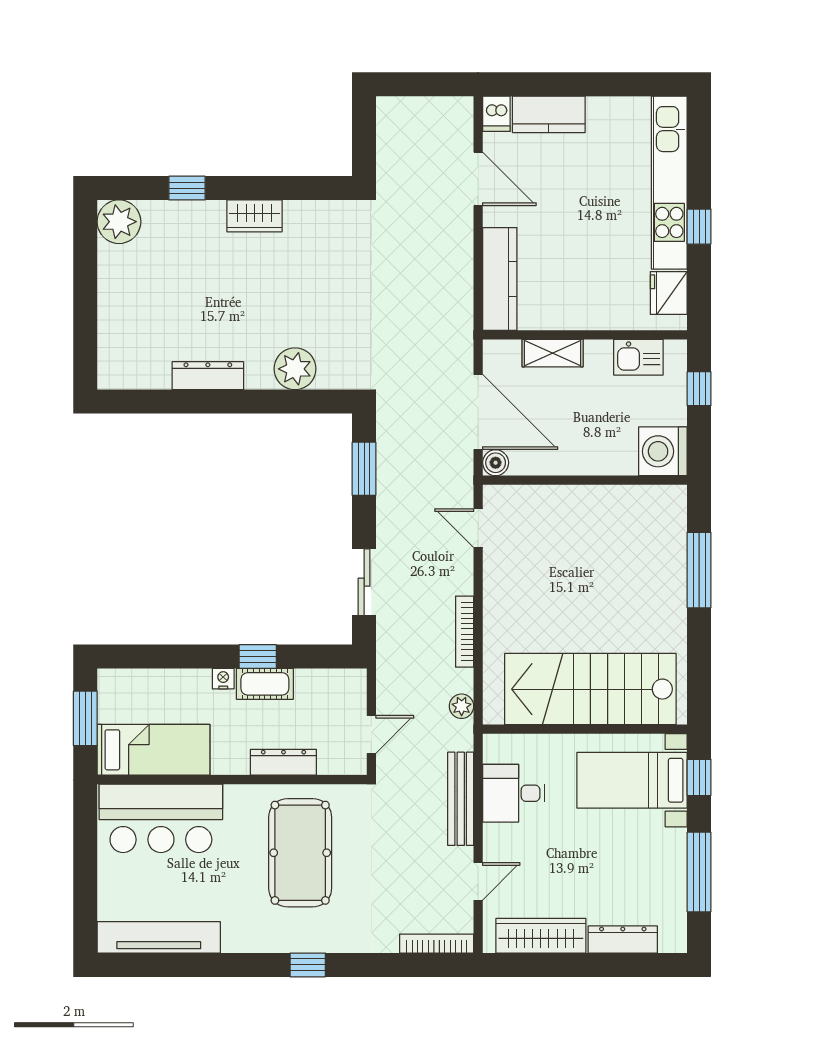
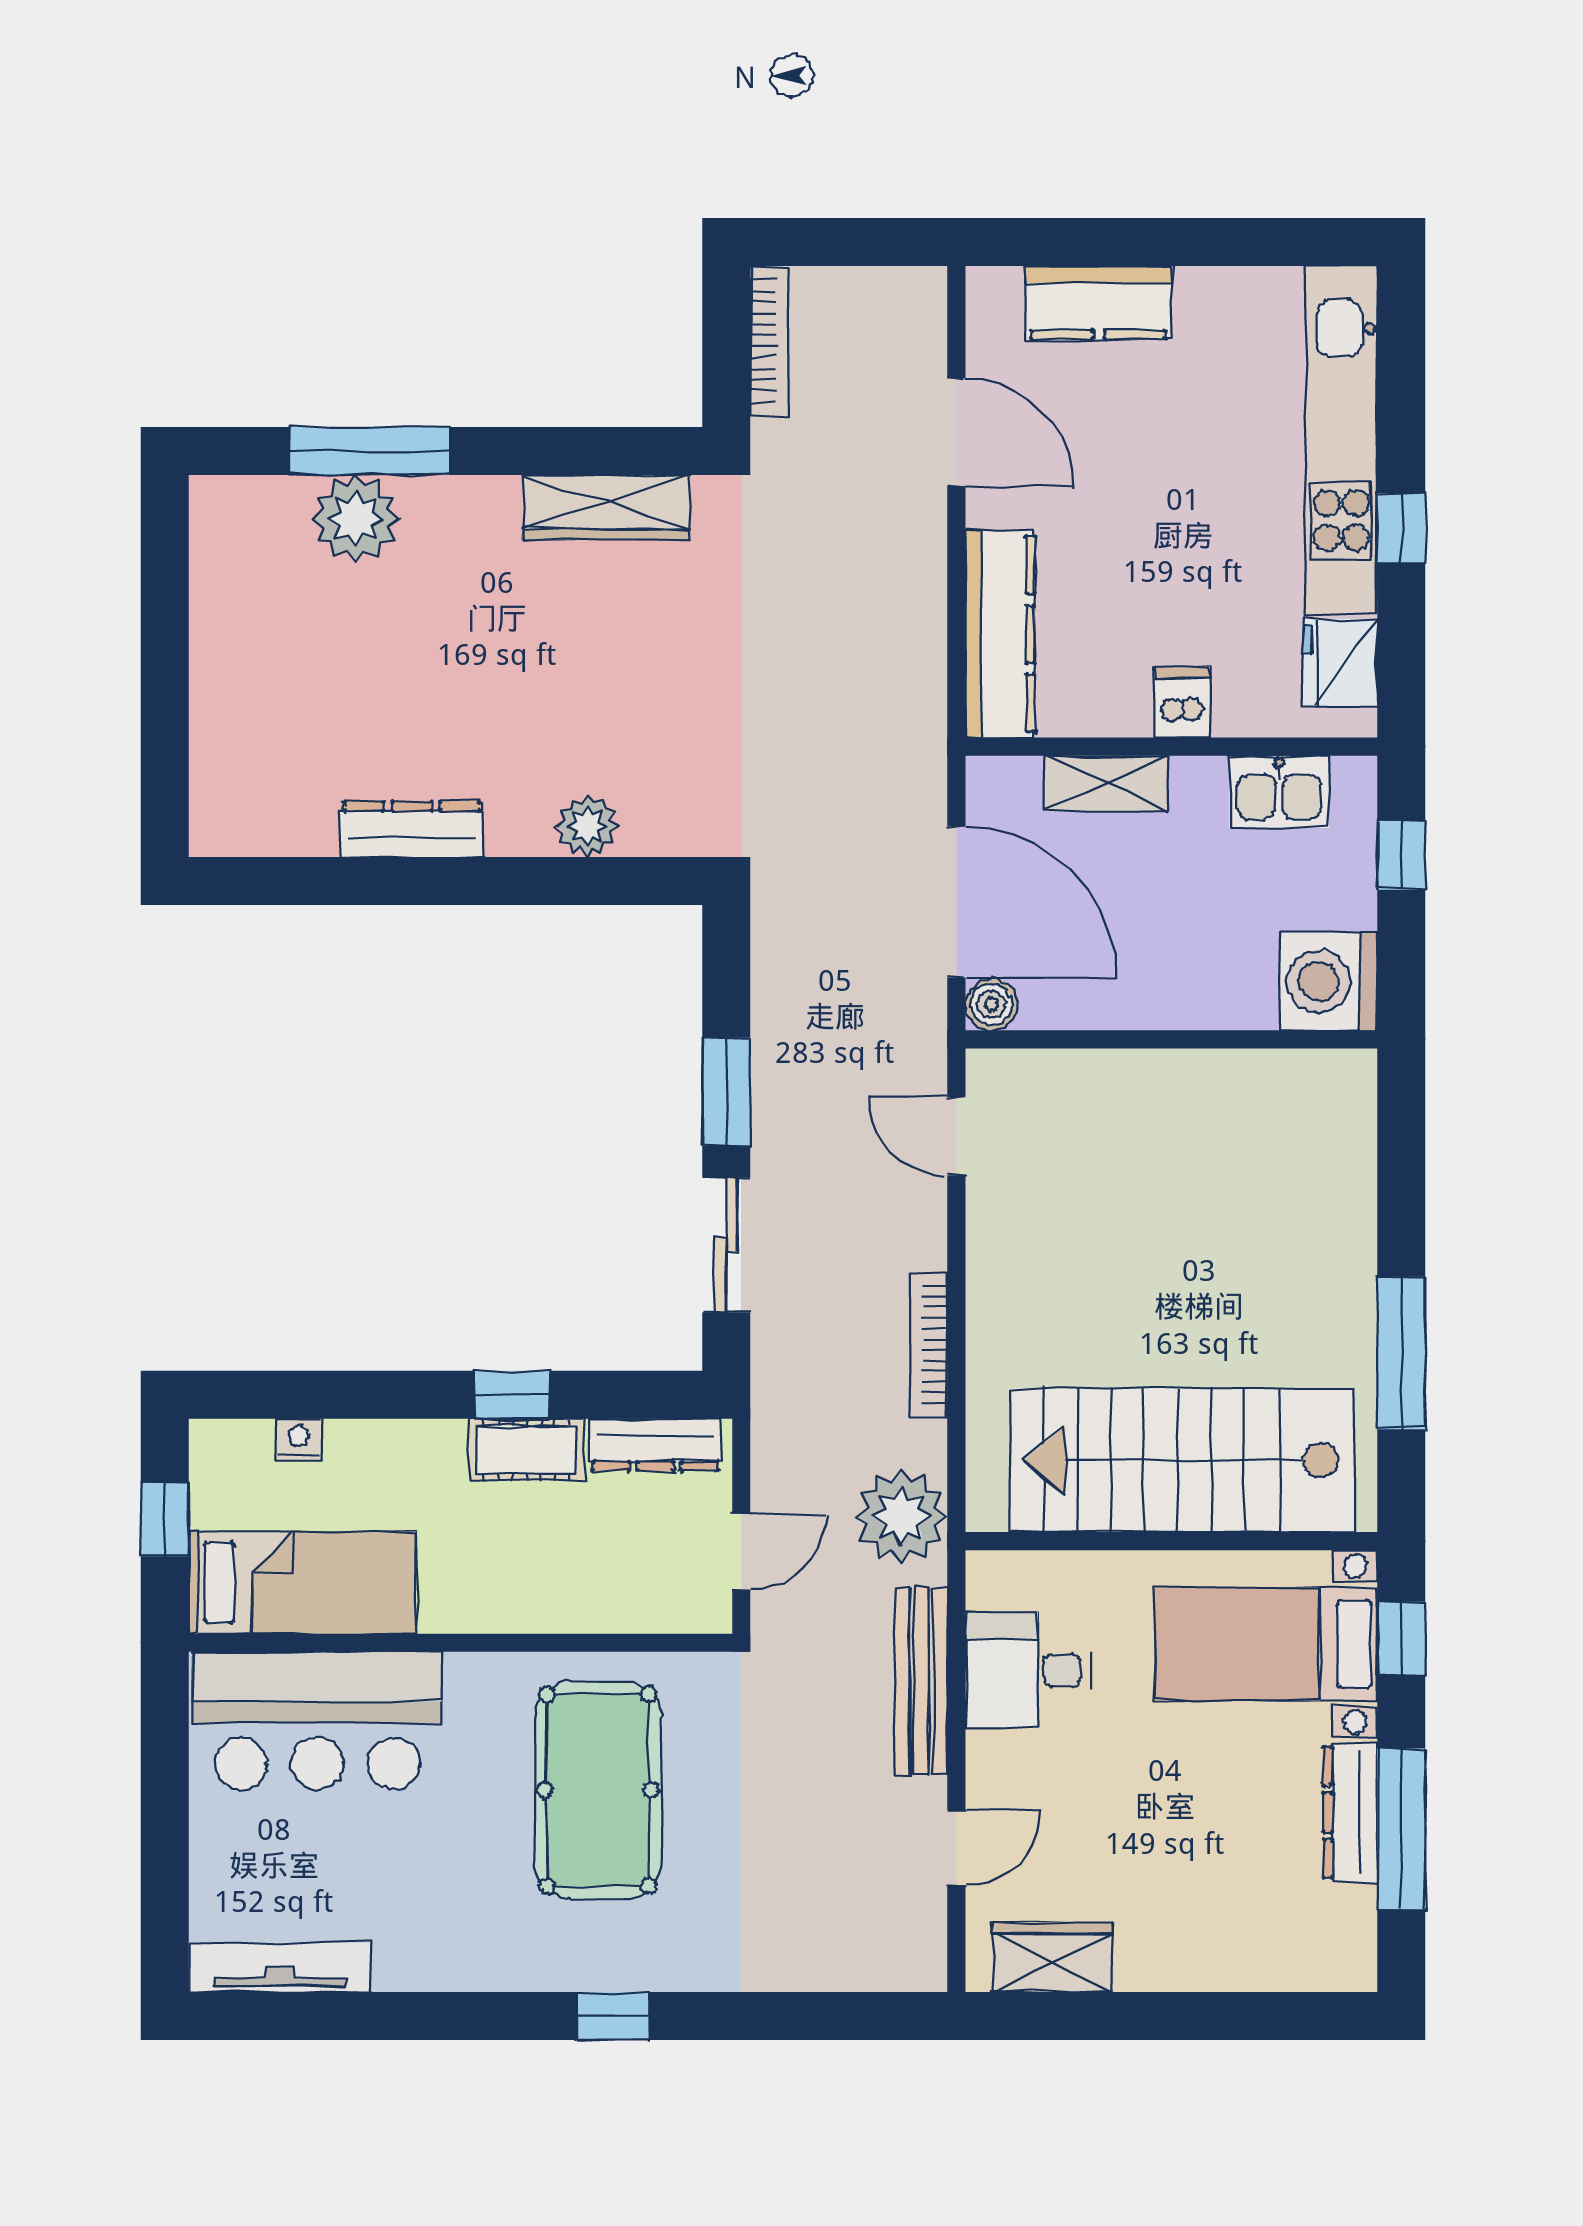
dishwasher: (496, 114) -> (1182, 702), moved, turned 180
window: (187, 188) -> (370, 451), width x2.17
wardrobe: (255, 216) -> (606, 507), moved, width x1.50
plant: (119, 222) -> (356, 519), moved
plant: (295, 369) -> (587, 826), width x0.73, depth x0.73
window: (364, 469) -> (726, 1092), moved
window: (699, 570) -> (1401, 1353), moved
nightstand: (223, 679) -> (299, 1439), moved
plant: (462, 706) -> (901, 1516), width x1.87, depth x1.87
window: (85, 718) -> (165, 1519), width x0.67
dresser: (283, 762) -> (655, 1445), moved, turned 180
wardrobe: (541, 936) -> (1053, 1957), width x0.67
tv unit: (159, 937) -> (280, 1967), width x0.73, depth x0.78
dresser: (623, 940) -> (1350, 1812), moved, turned -90
bookcase: (437, 944) -> (769, 341), moved, turned 90

